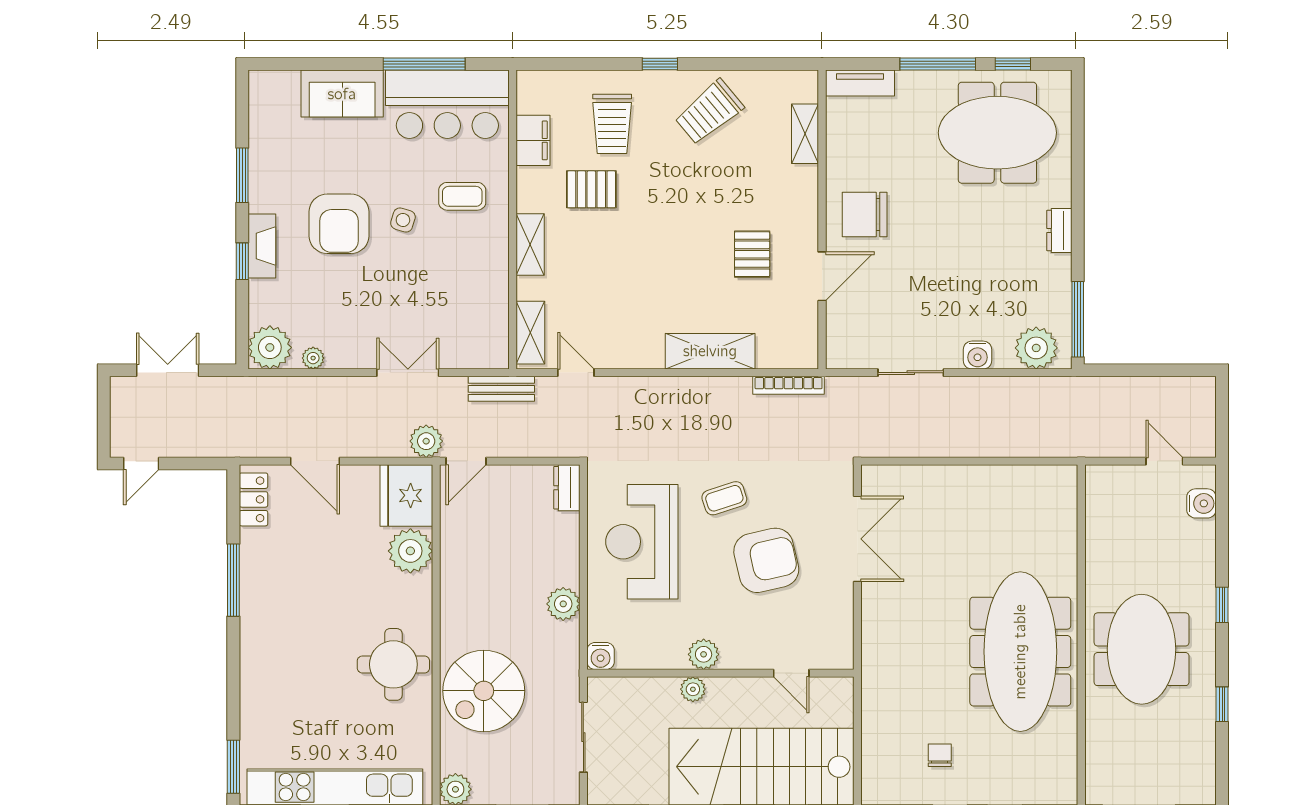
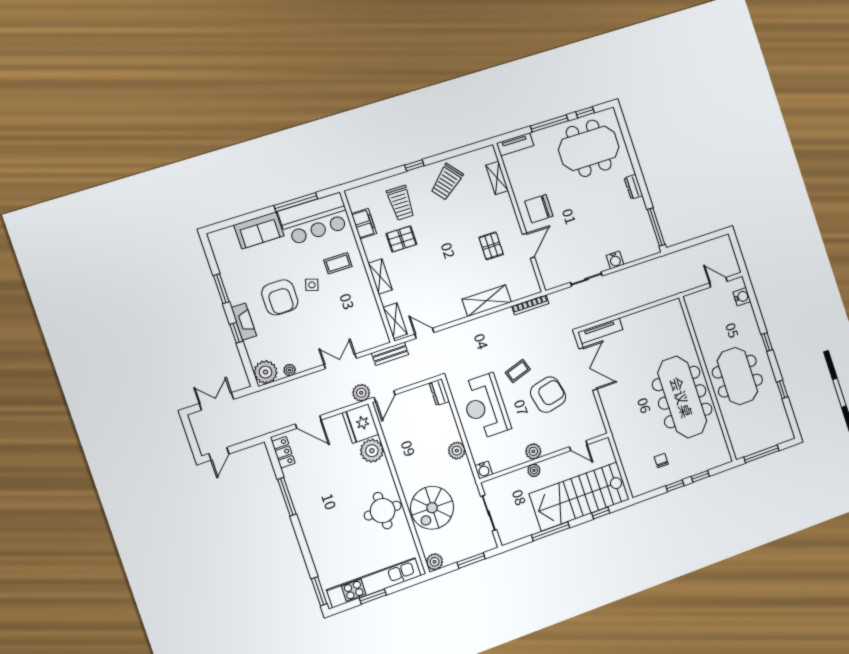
plant: (1036, 348) -> (641, 247), removed
tv unit: (905, 477) -> (600, 331), added

